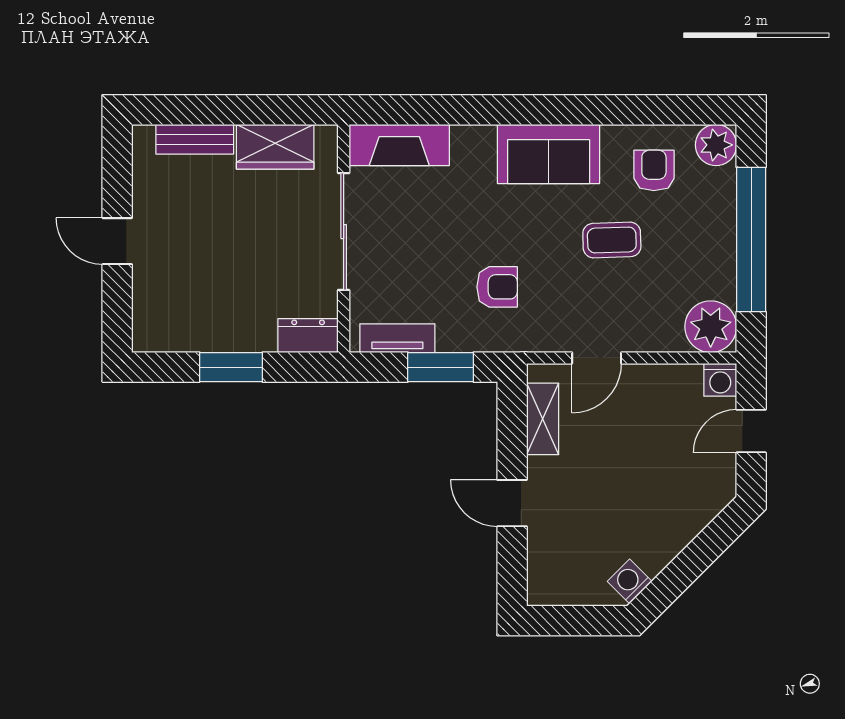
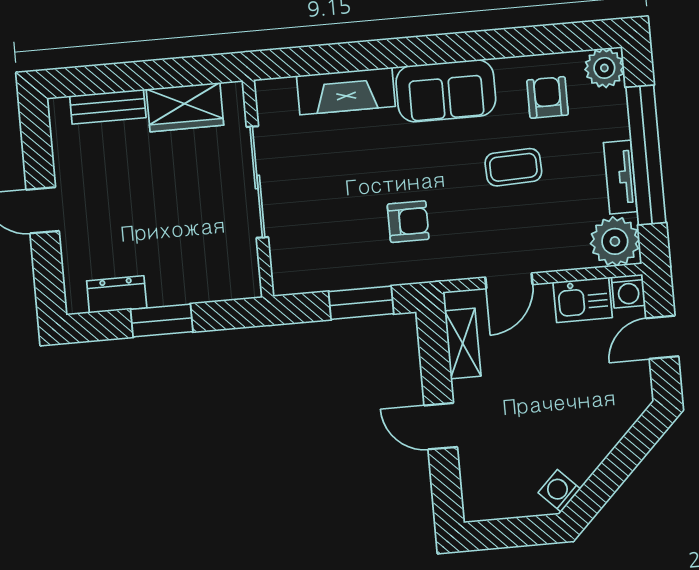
fireplace: (399, 145) -> (346, 91), moved
dresser: (308, 336) -> (117, 294), moved
tv unit: (397, 338) -> (620, 177), moved, turned -90
kitchen sink: (672, 385) -> (583, 300), added

